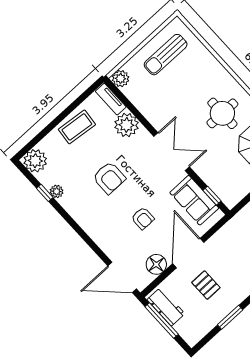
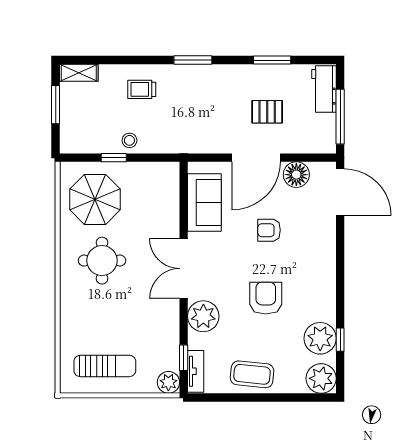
plant: (126, 125) -> (203, 316), moved
plant: (57, 191) -> (320, 338), width x1.87, depth x1.87
window: (212, 196) -> (184, 358), moved
armchair: (143, 218) -> (269, 230), turned -90
pallet: (206, 285) -> (267, 112), turned 90
workbench: (166, 307) -> (324, 89), moved

